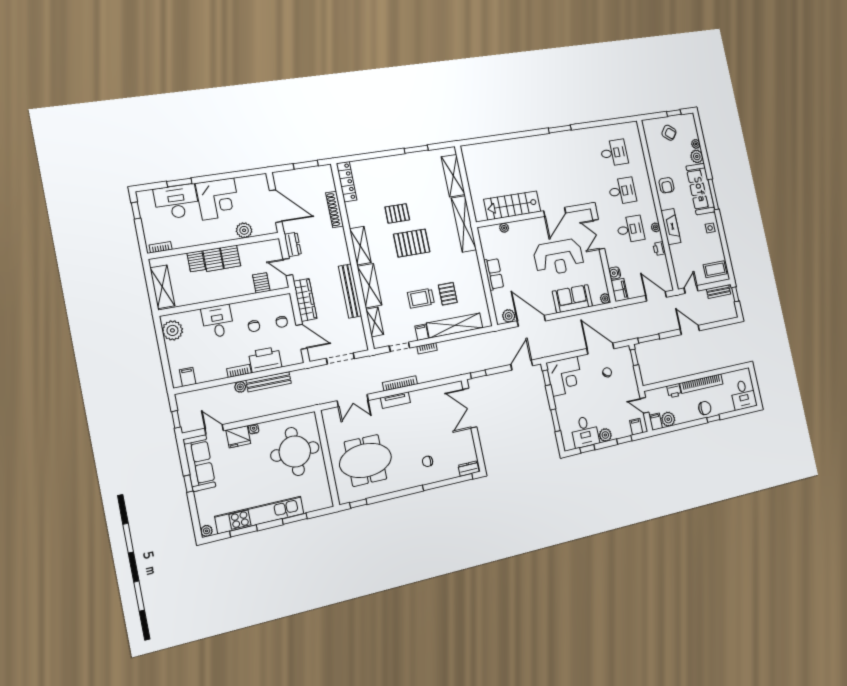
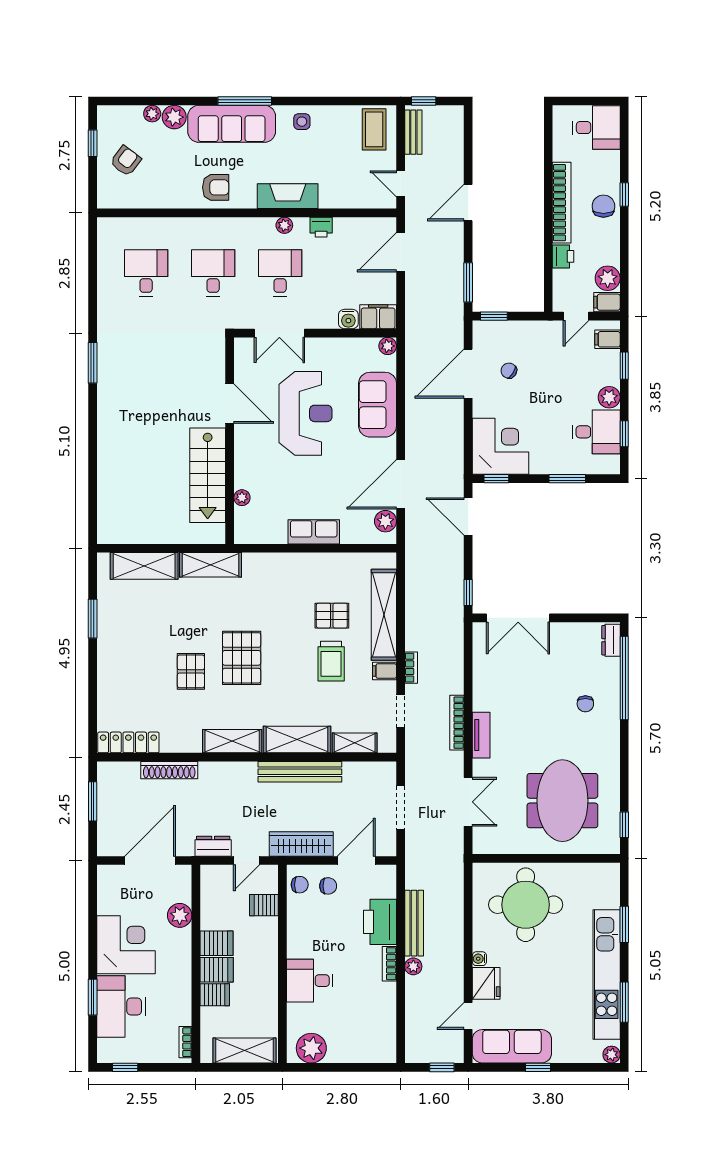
shelving: (464, 224) -> (210, 565), width x0.68
chair: (254, 326) -> (300, 885), moved
filing cabinet: (188, 377) -> (383, 1039), removed

